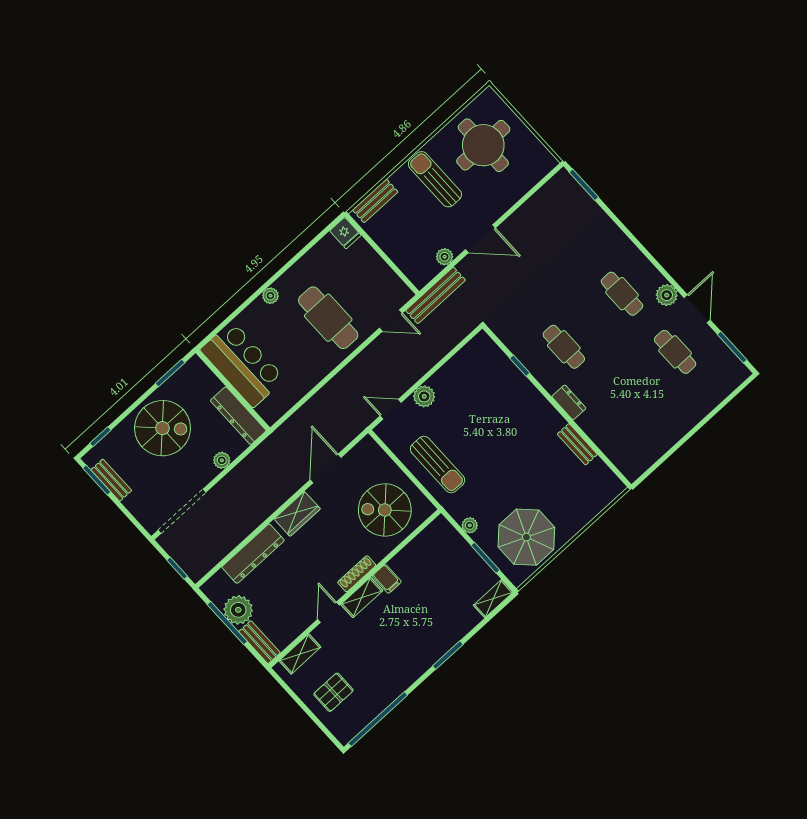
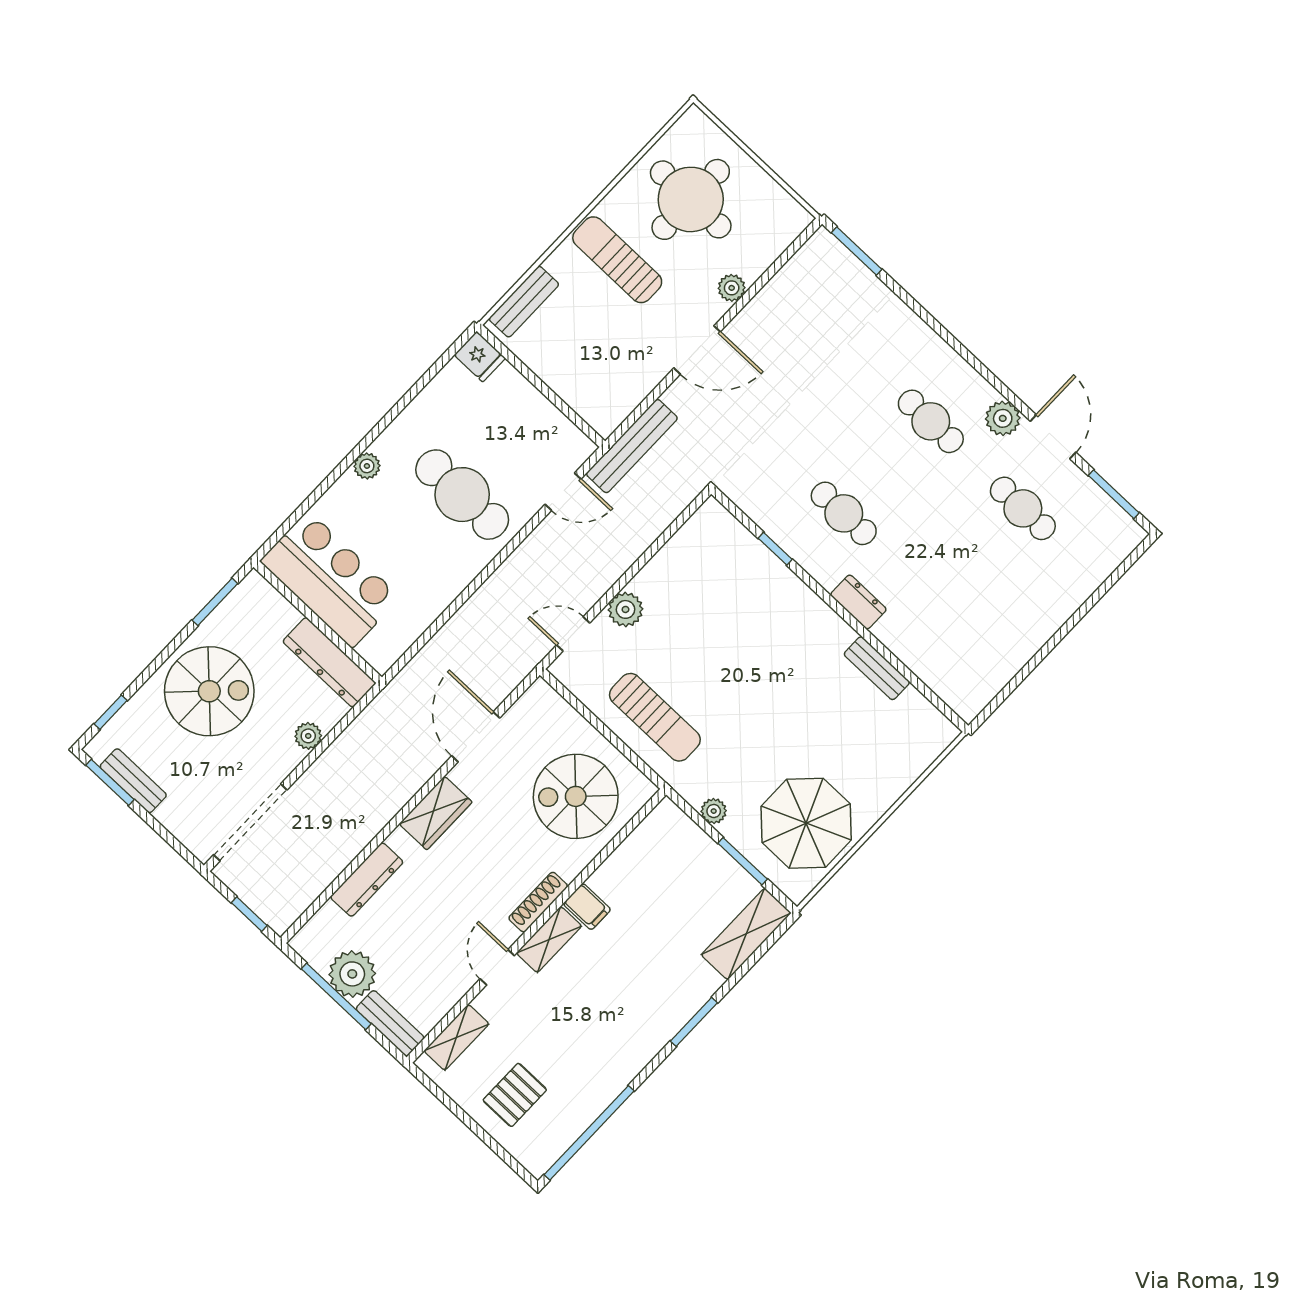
plant: (445, 257) -> (732, 288), moved
dresser: (253, 554) -> (367, 880), width x0.73, depth x0.80
shelving: (493, 599) -> (746, 934), width x1.50, depth x1.33

